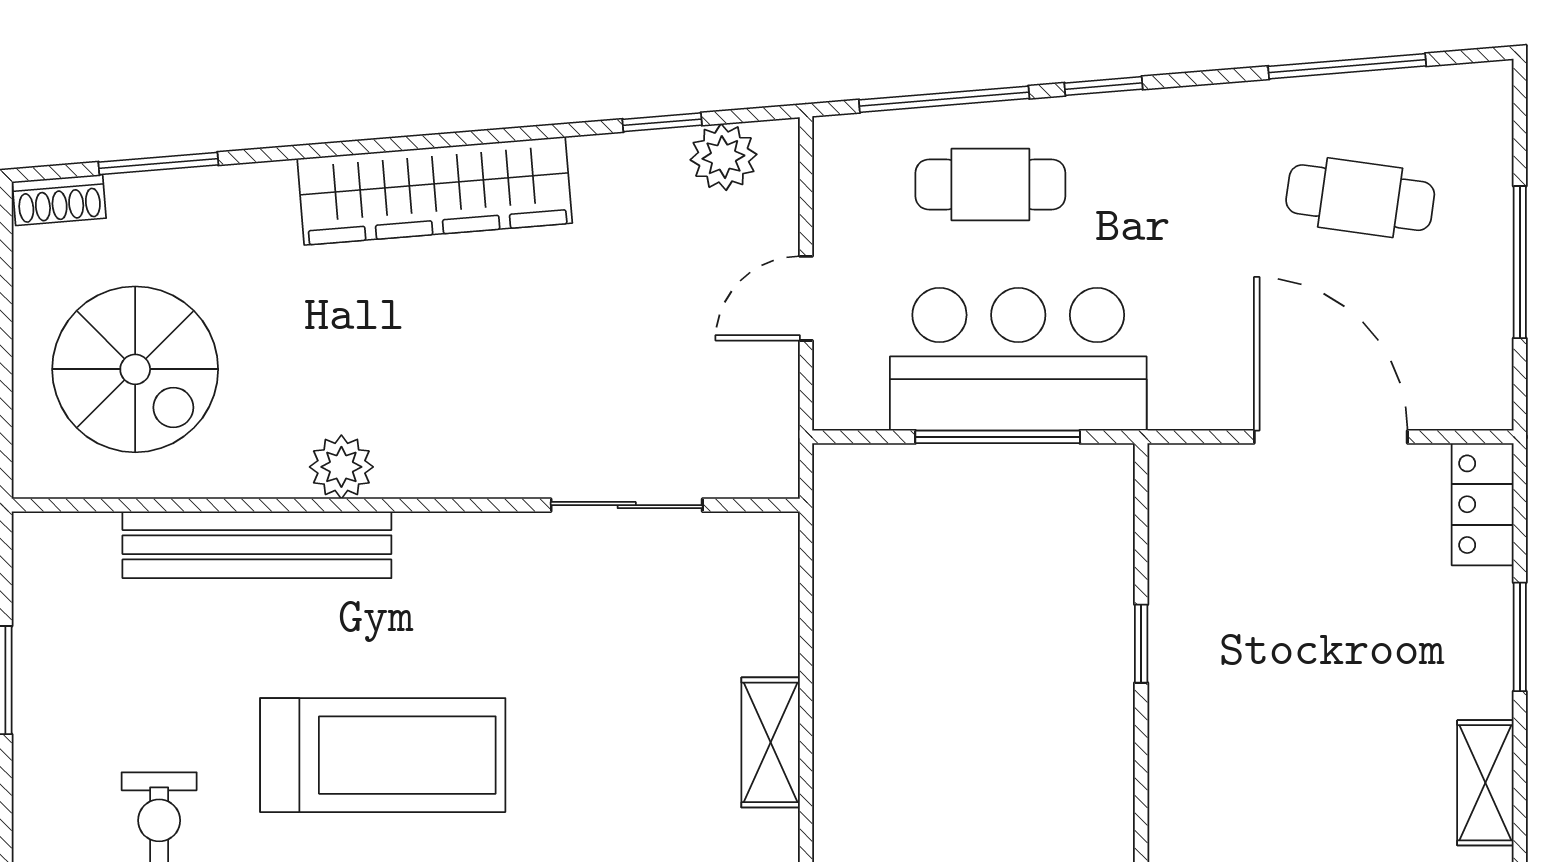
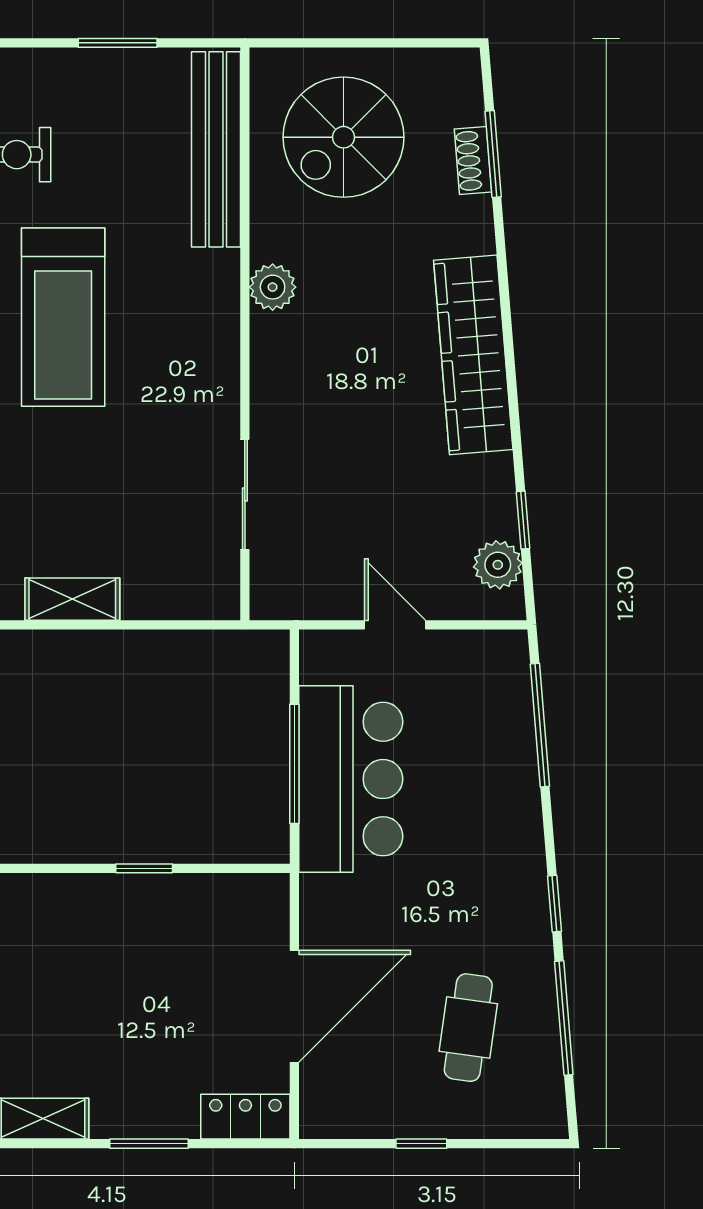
window: (1103, 86) -> (554, 904), moved
cafe table: (990, 185) -> (478, 759), removed
shoe rack: (59, 200) -> (473, 161), moved
window: (1520, 262) -> (421, 1144), width x0.46
bench: (257, 545) -> (216, 149), moved

